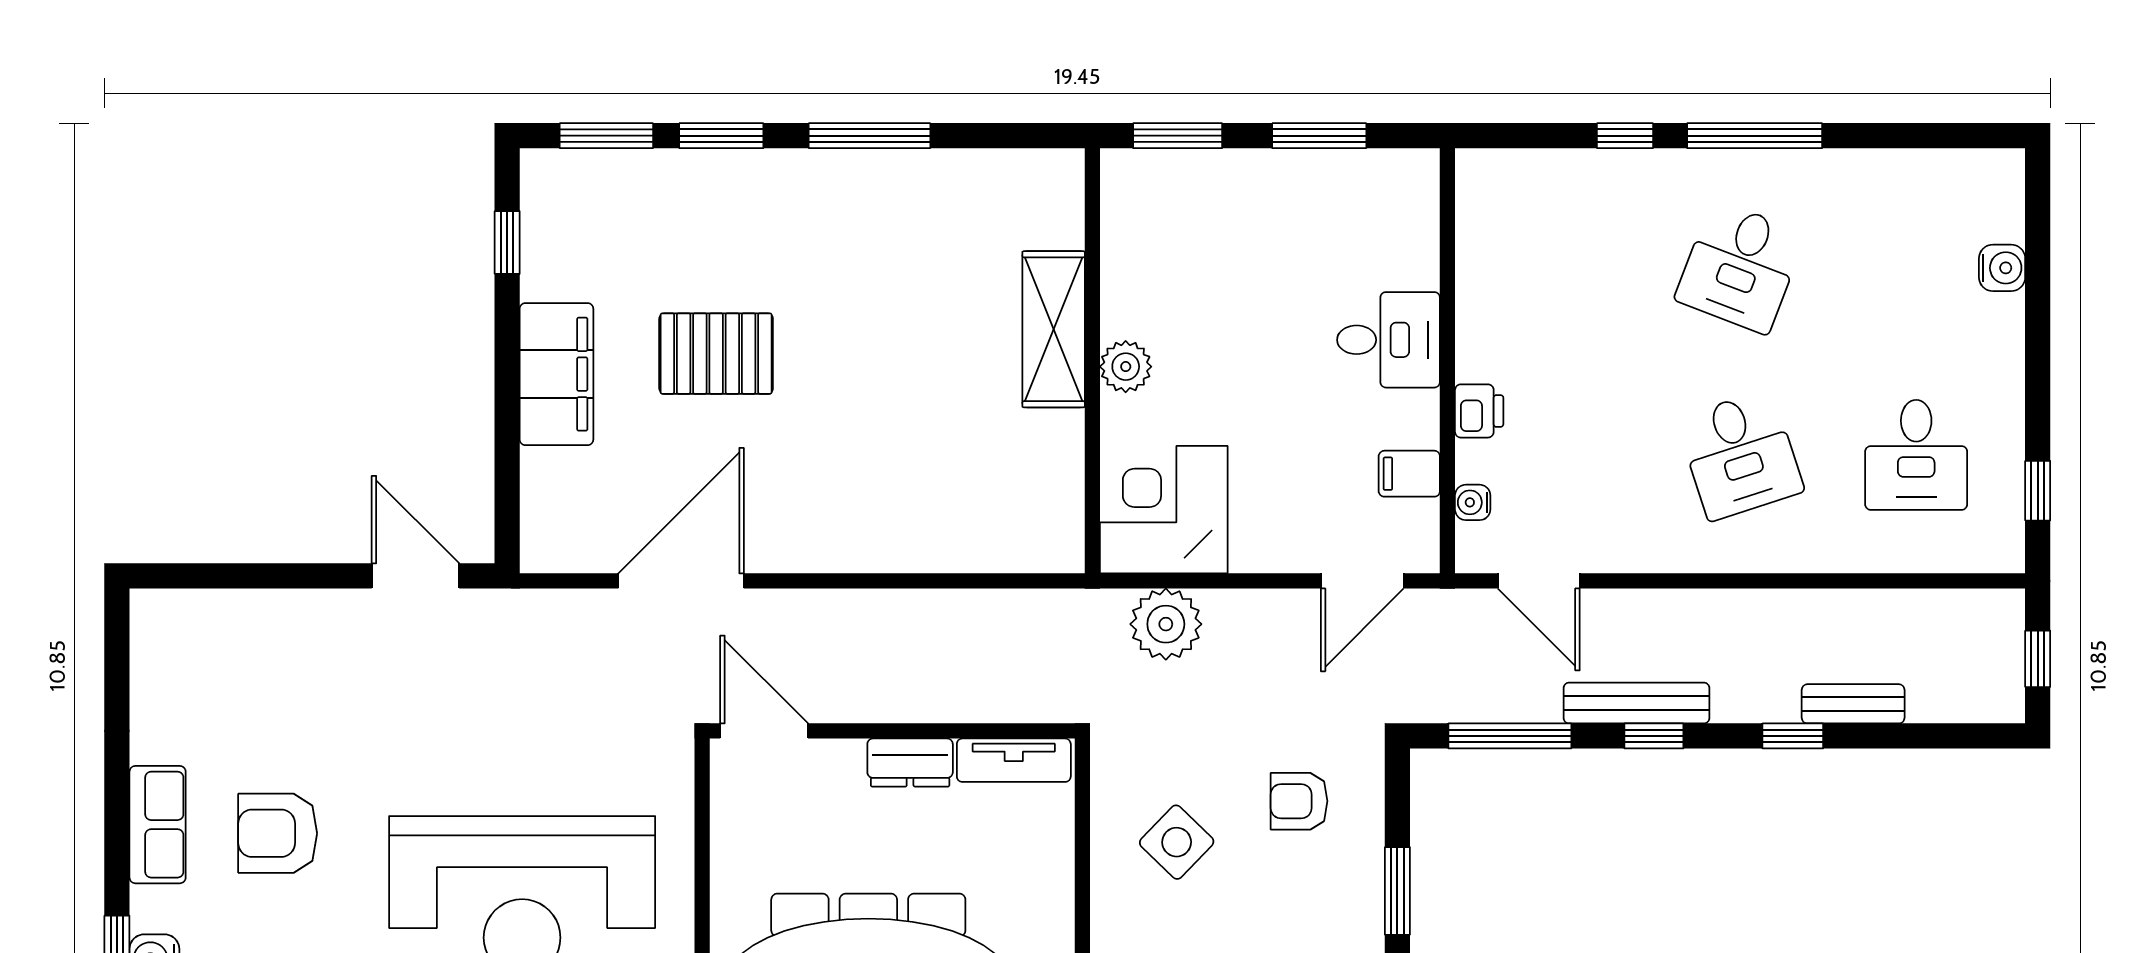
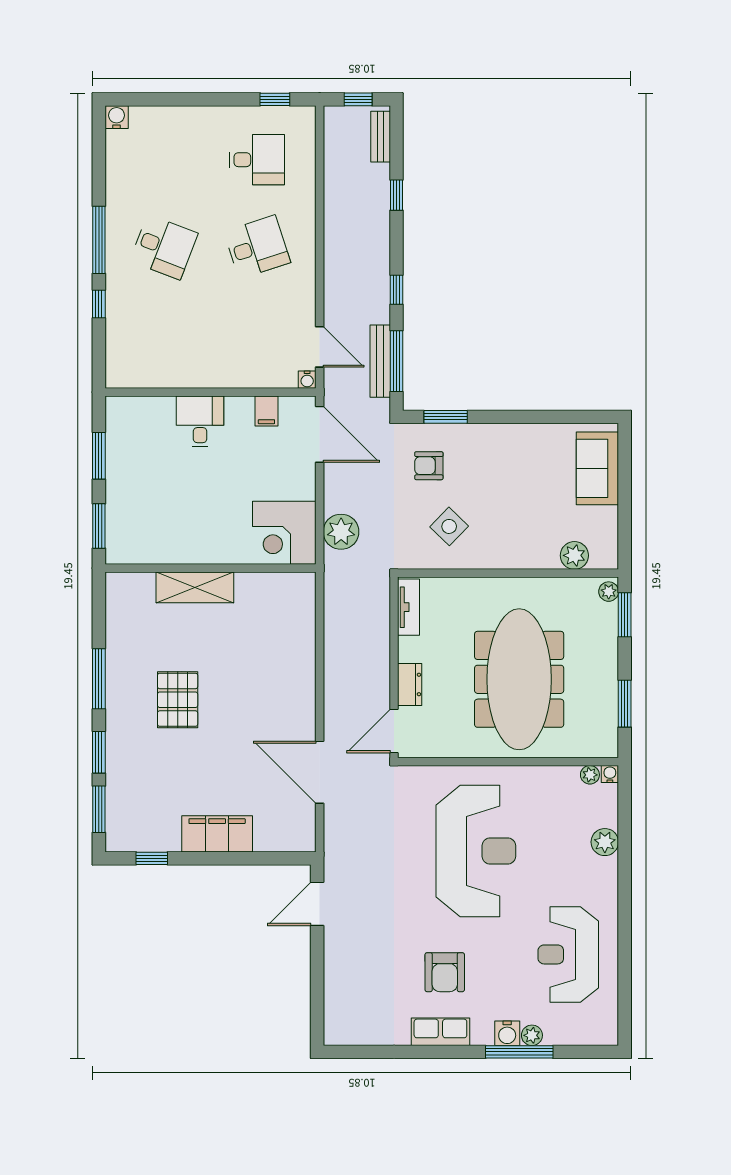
water cooler: (2002, 268) -> (117, 117), moved
pallet: (716, 354) -> (178, 700), moved
plant: (1126, 367) -> (213, 552), removed
printer: (1479, 411) -> (235, 376), removed
water cooler: (1473, 502) -> (307, 380), moved
door: (1362, 581) -> (320, 434), width x1.36
door: (1539, 581) -> (320, 347), hinge flipped
bench: (1636, 703) -> (380, 361), moved
bench: (1853, 704) -> (381, 137), moved
window: (1793, 736) -> (396, 195), moved
dresser: (910, 762) -> (410, 684), moved
armchair: (1299, 801) -> (429, 466), turned 90
window: (1397, 891) -> (446, 417), moved

